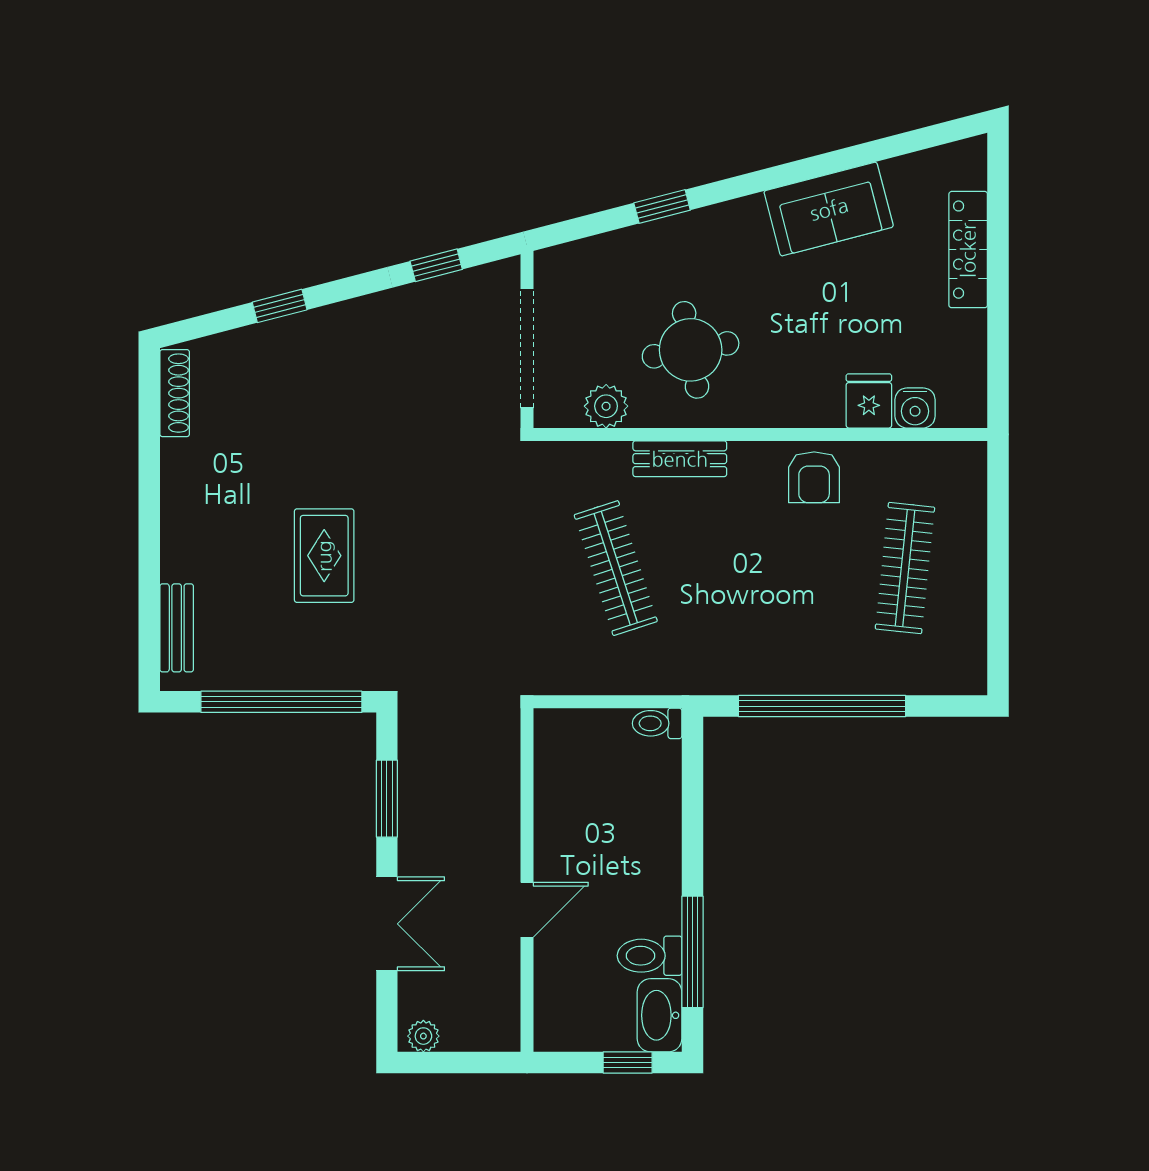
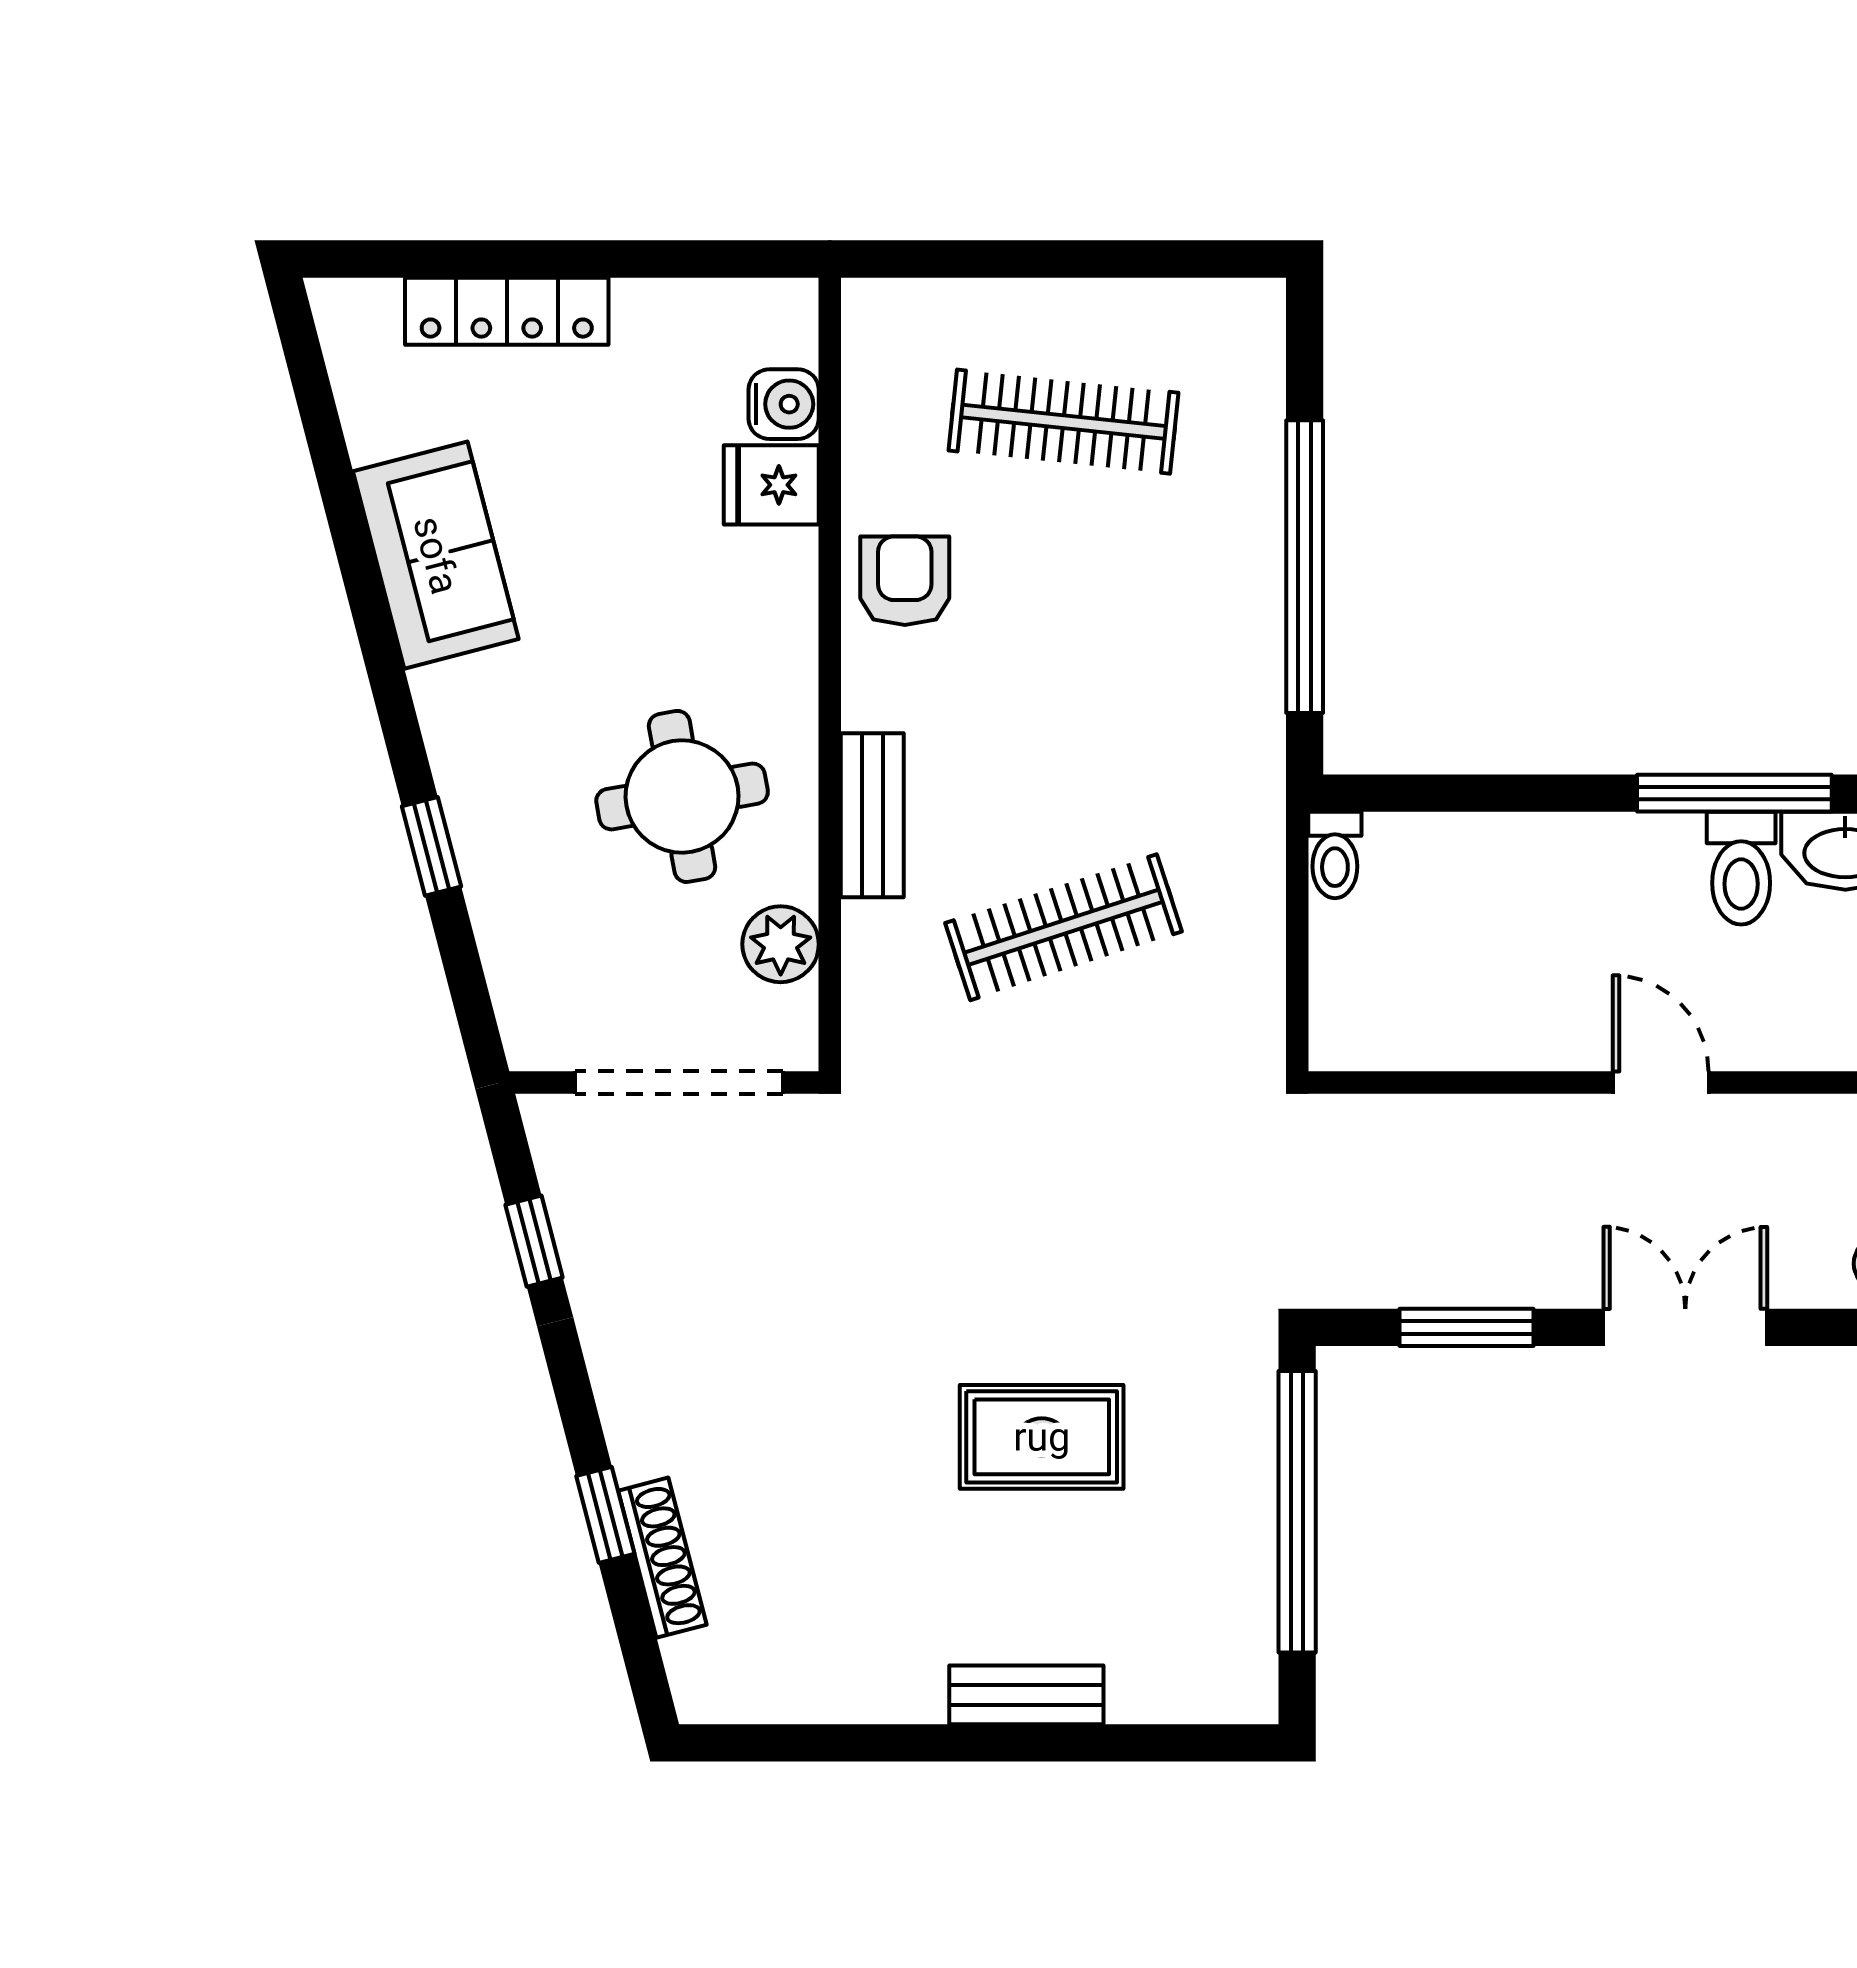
shoe rack: (175, 393) -> (662, 1558), moved, turned 75
armchair: (814, 477) -> (905, 581), turned -90
bench: (177, 628) -> (1026, 1695), moved

